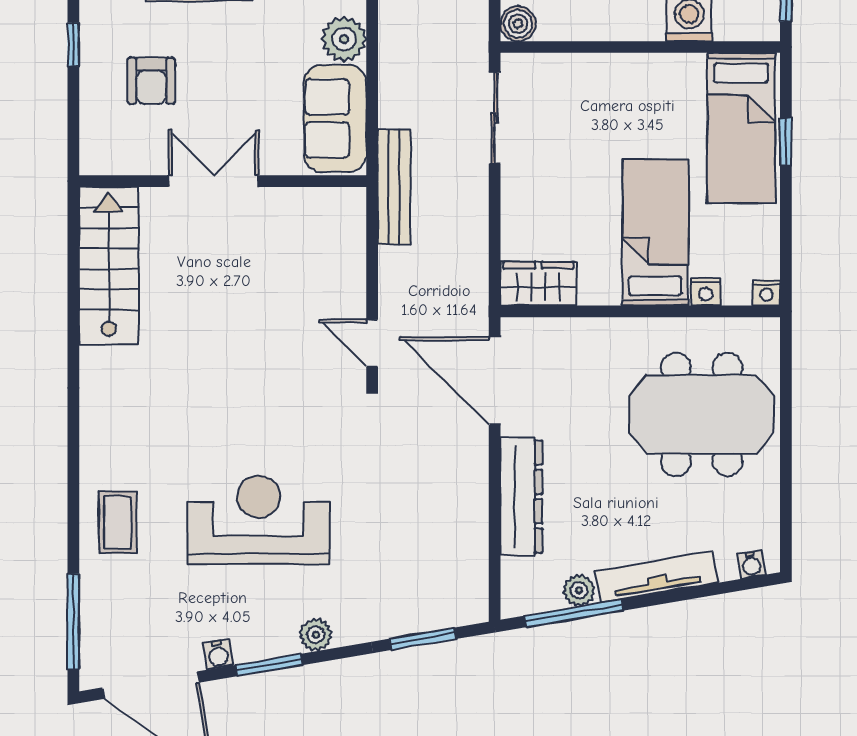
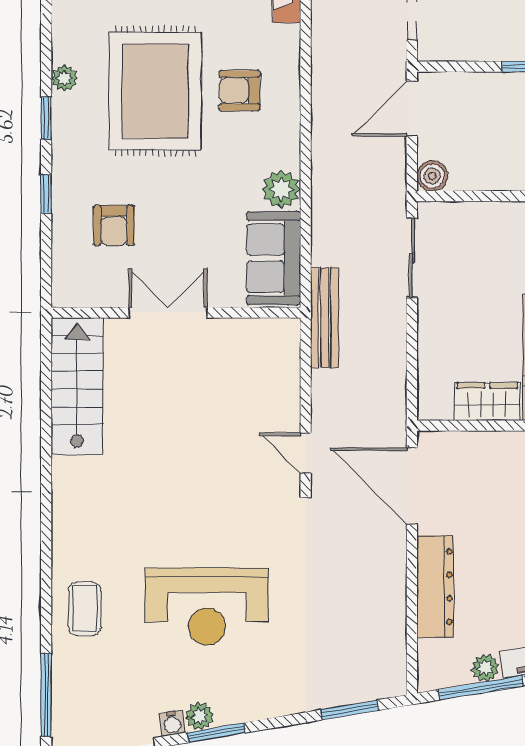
wardrobe: (538, 284) -> (487, 402), moved
reception desk: (258, 520) -> (207, 606), turned 180
plant: (316, 635) -> (200, 716), moved

